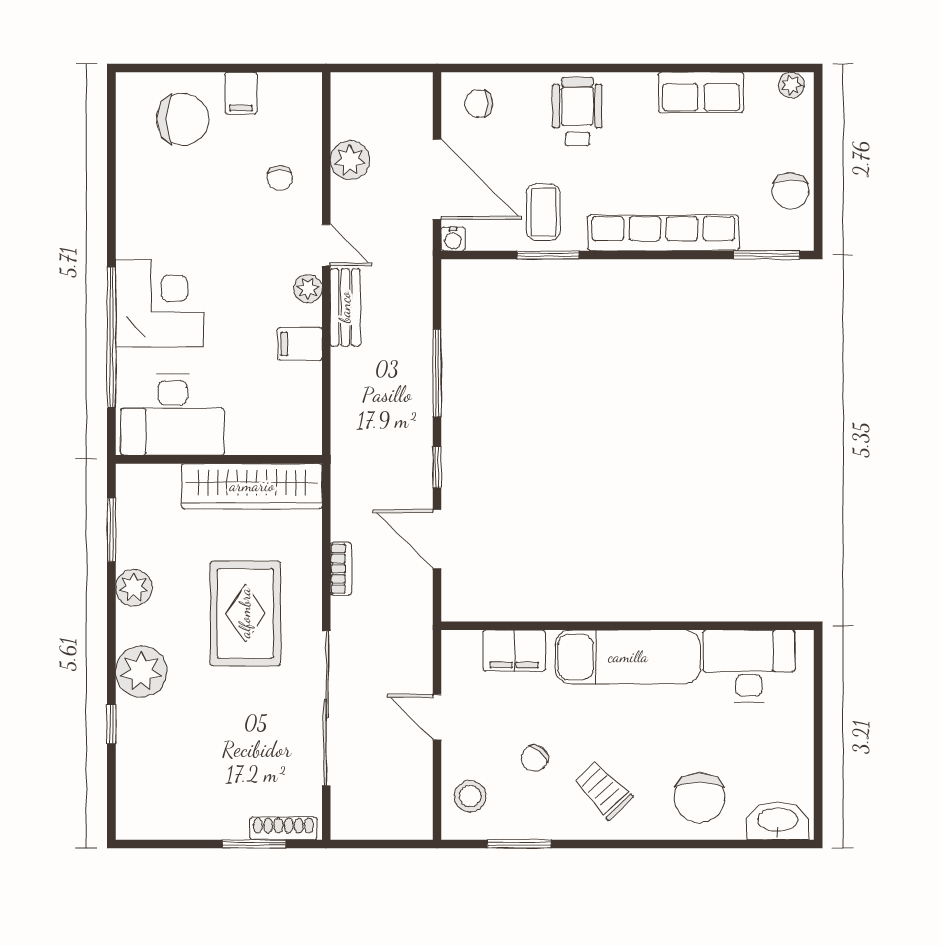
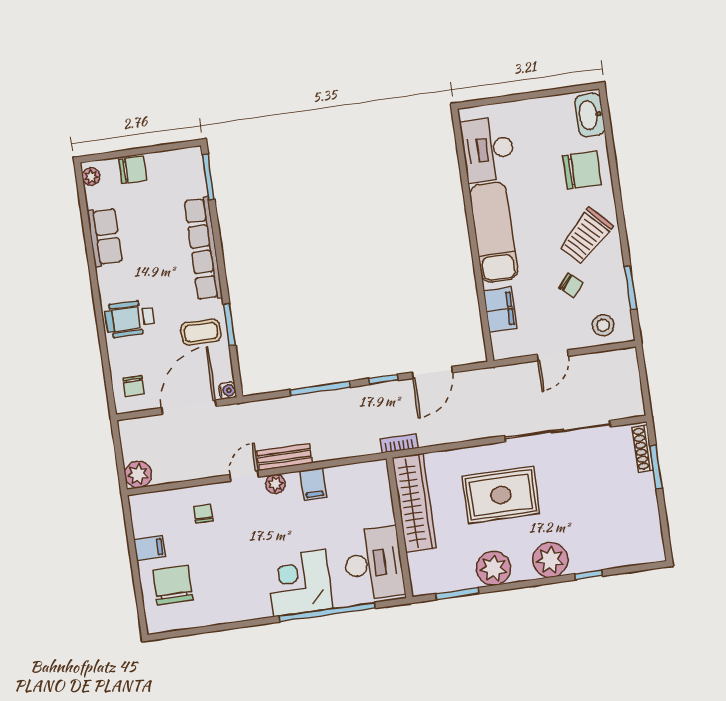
plant: (350, 160) -> (138, 474), moved
chair: (280, 178) -> (203, 514), turned -90
chair: (791, 191) -> (133, 170), moved
bookcase: (341, 569) -> (399, 444), moved
plant: (134, 588) -> (494, 568), width x1.36, depth x1.36
trolley: (603, 790) -> (586, 236), width x1.36, depth x1.39

